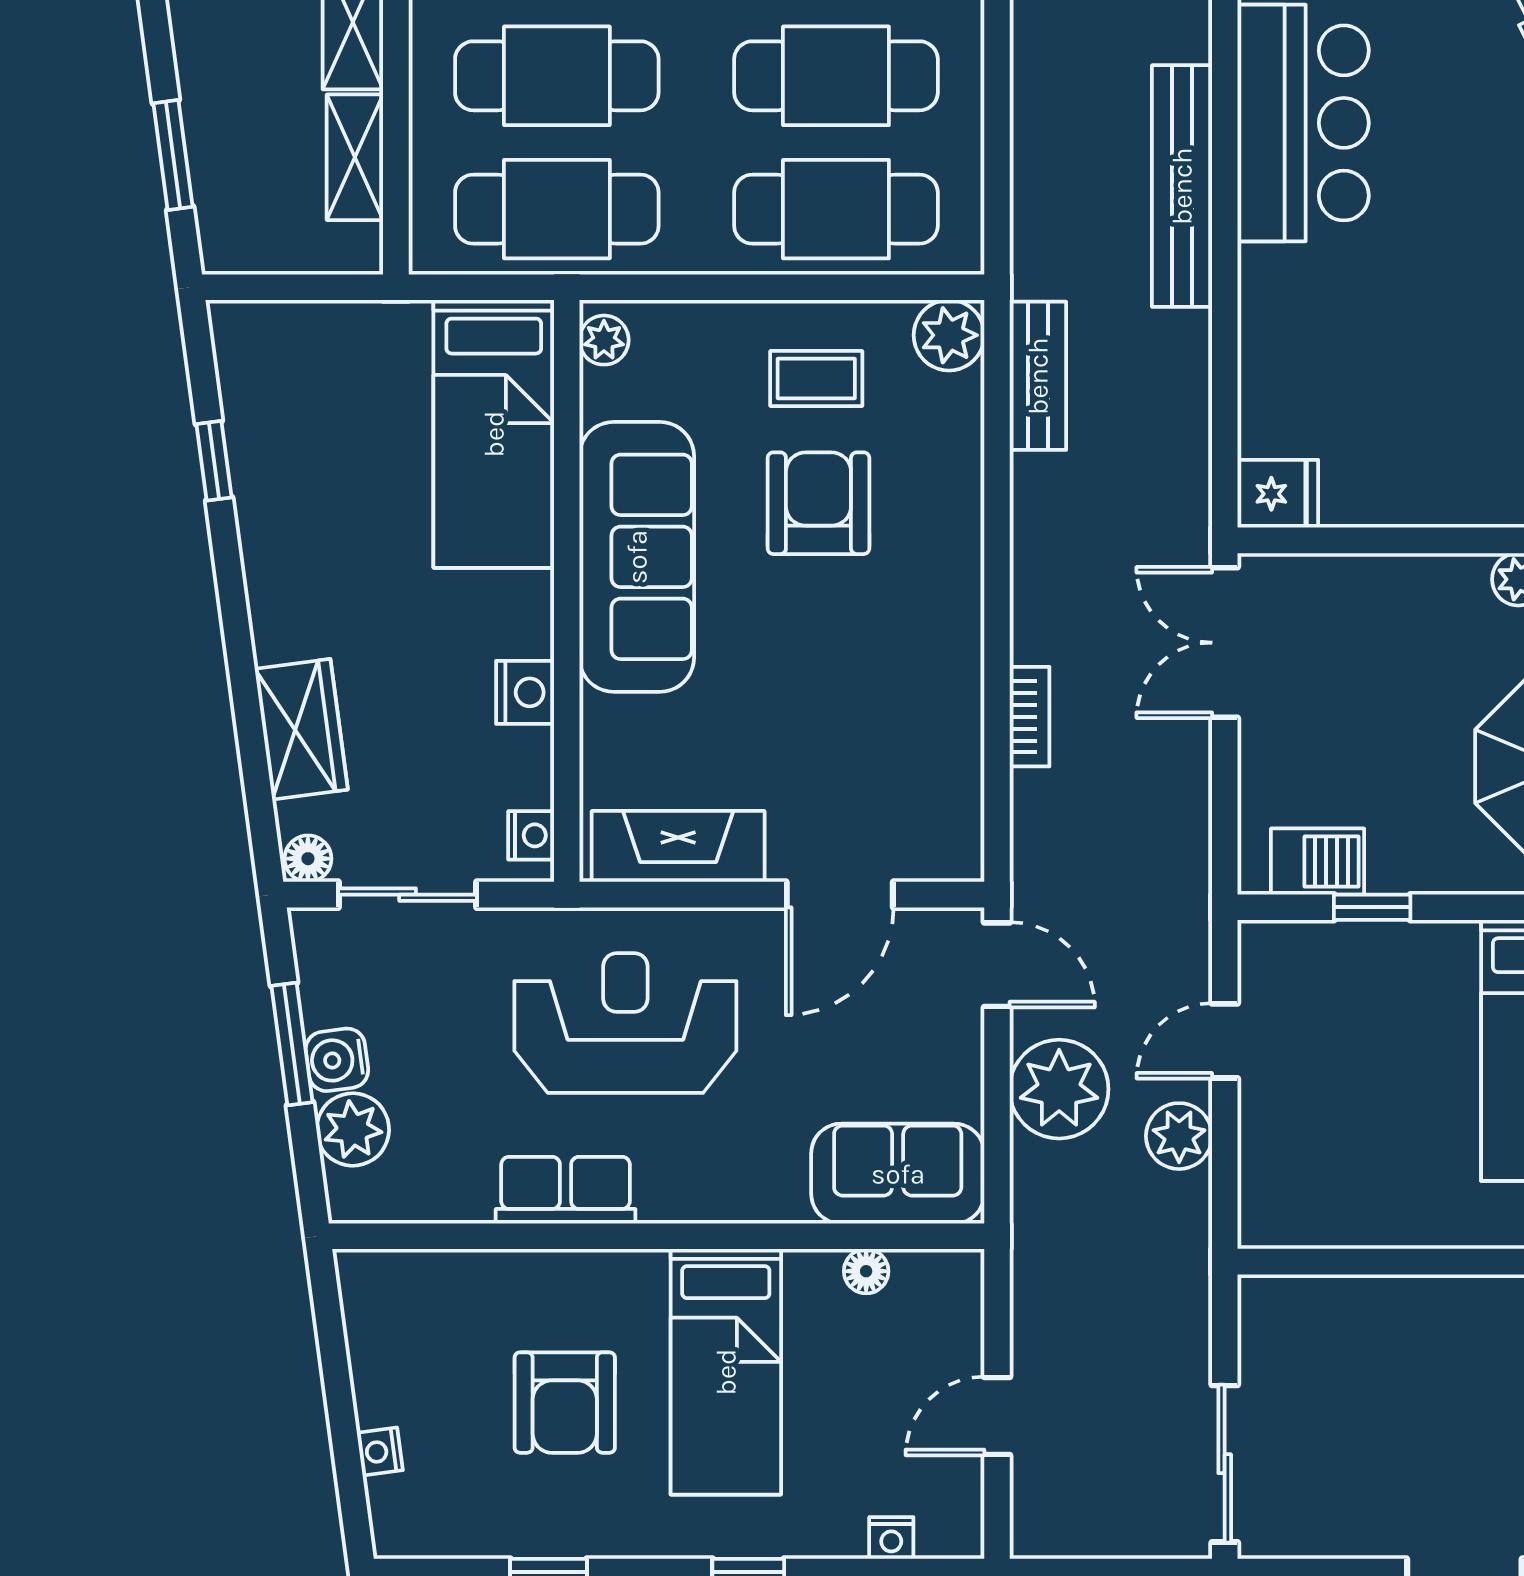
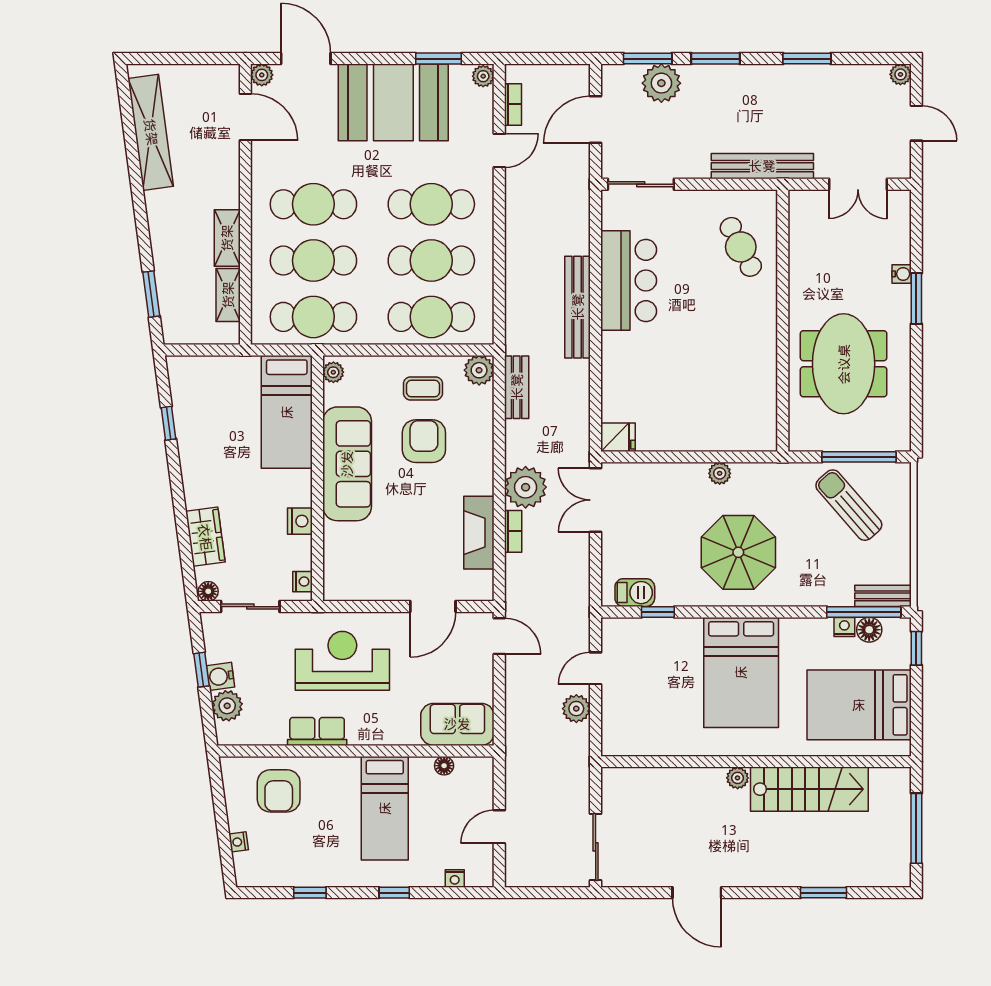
fireplace: (678, 846) -> (479, 533), moved, turned -90
window: (292, 1044) -> (201, 670), width x0.67
plant: (1059, 1089) -> (526, 487), moved
armchair: (565, 1403) -> (279, 791), moved

